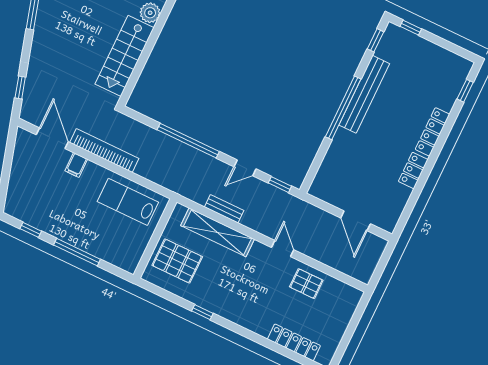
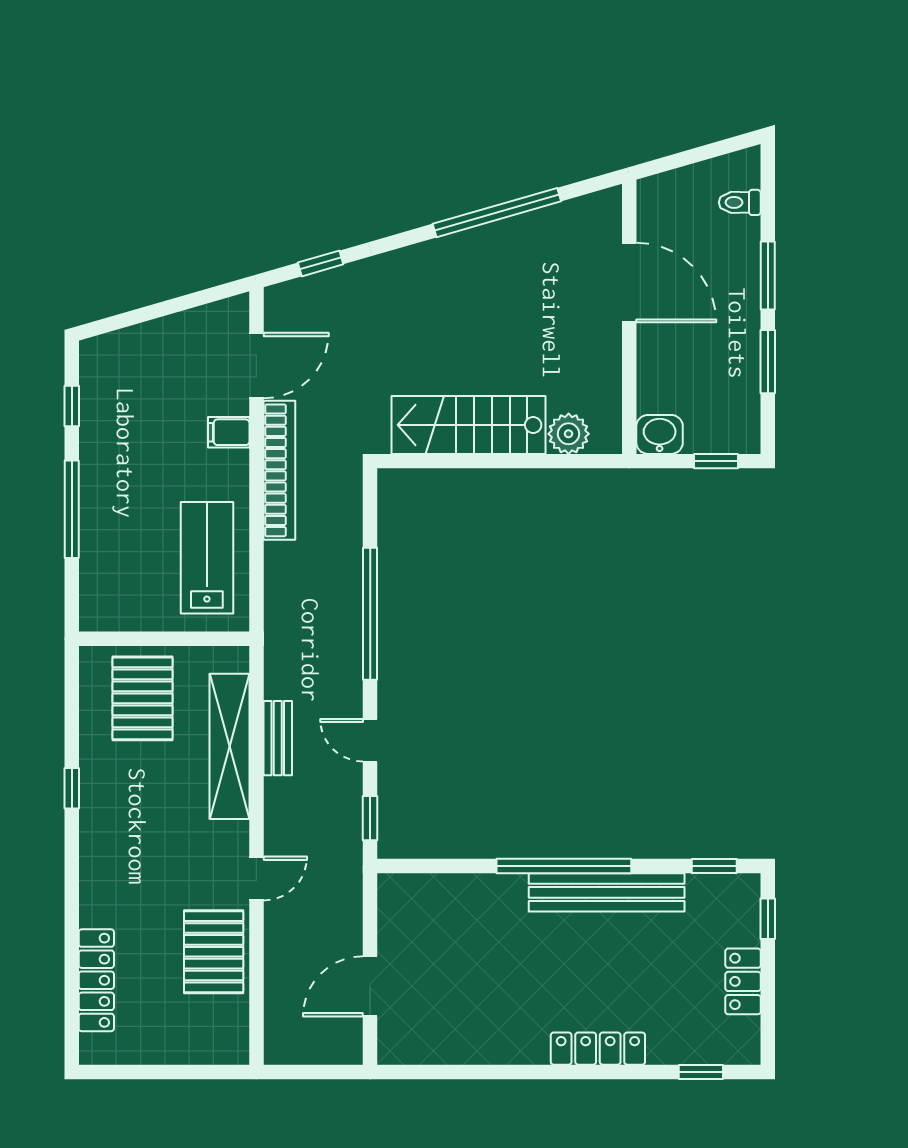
locker: (413, 170) -> (743, 981), moved, turned -90
pallet: (306, 284) -> (214, 952), width x1.50, depth x1.42

